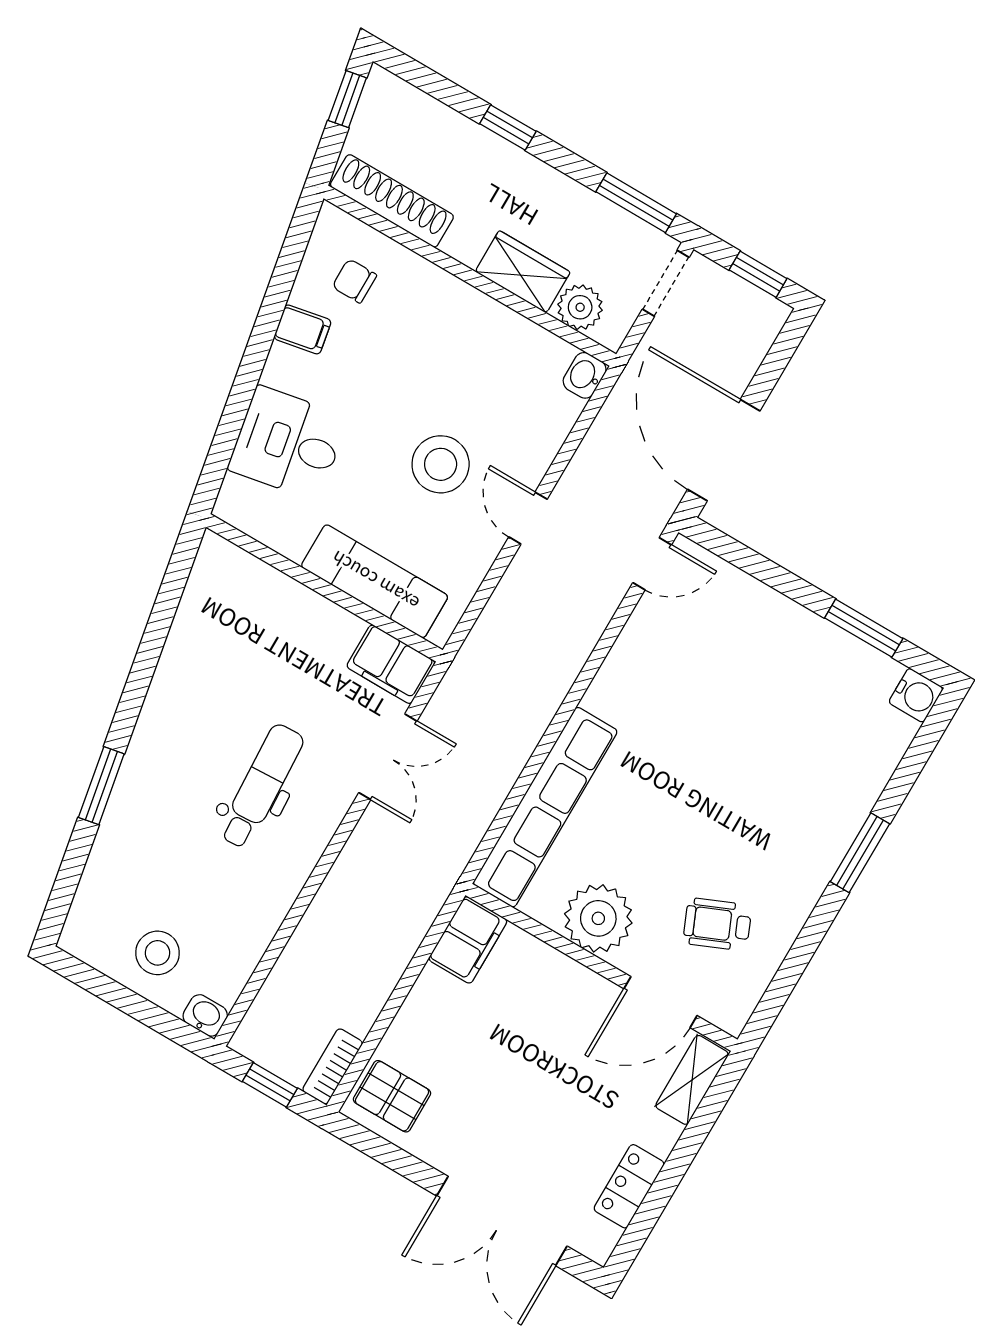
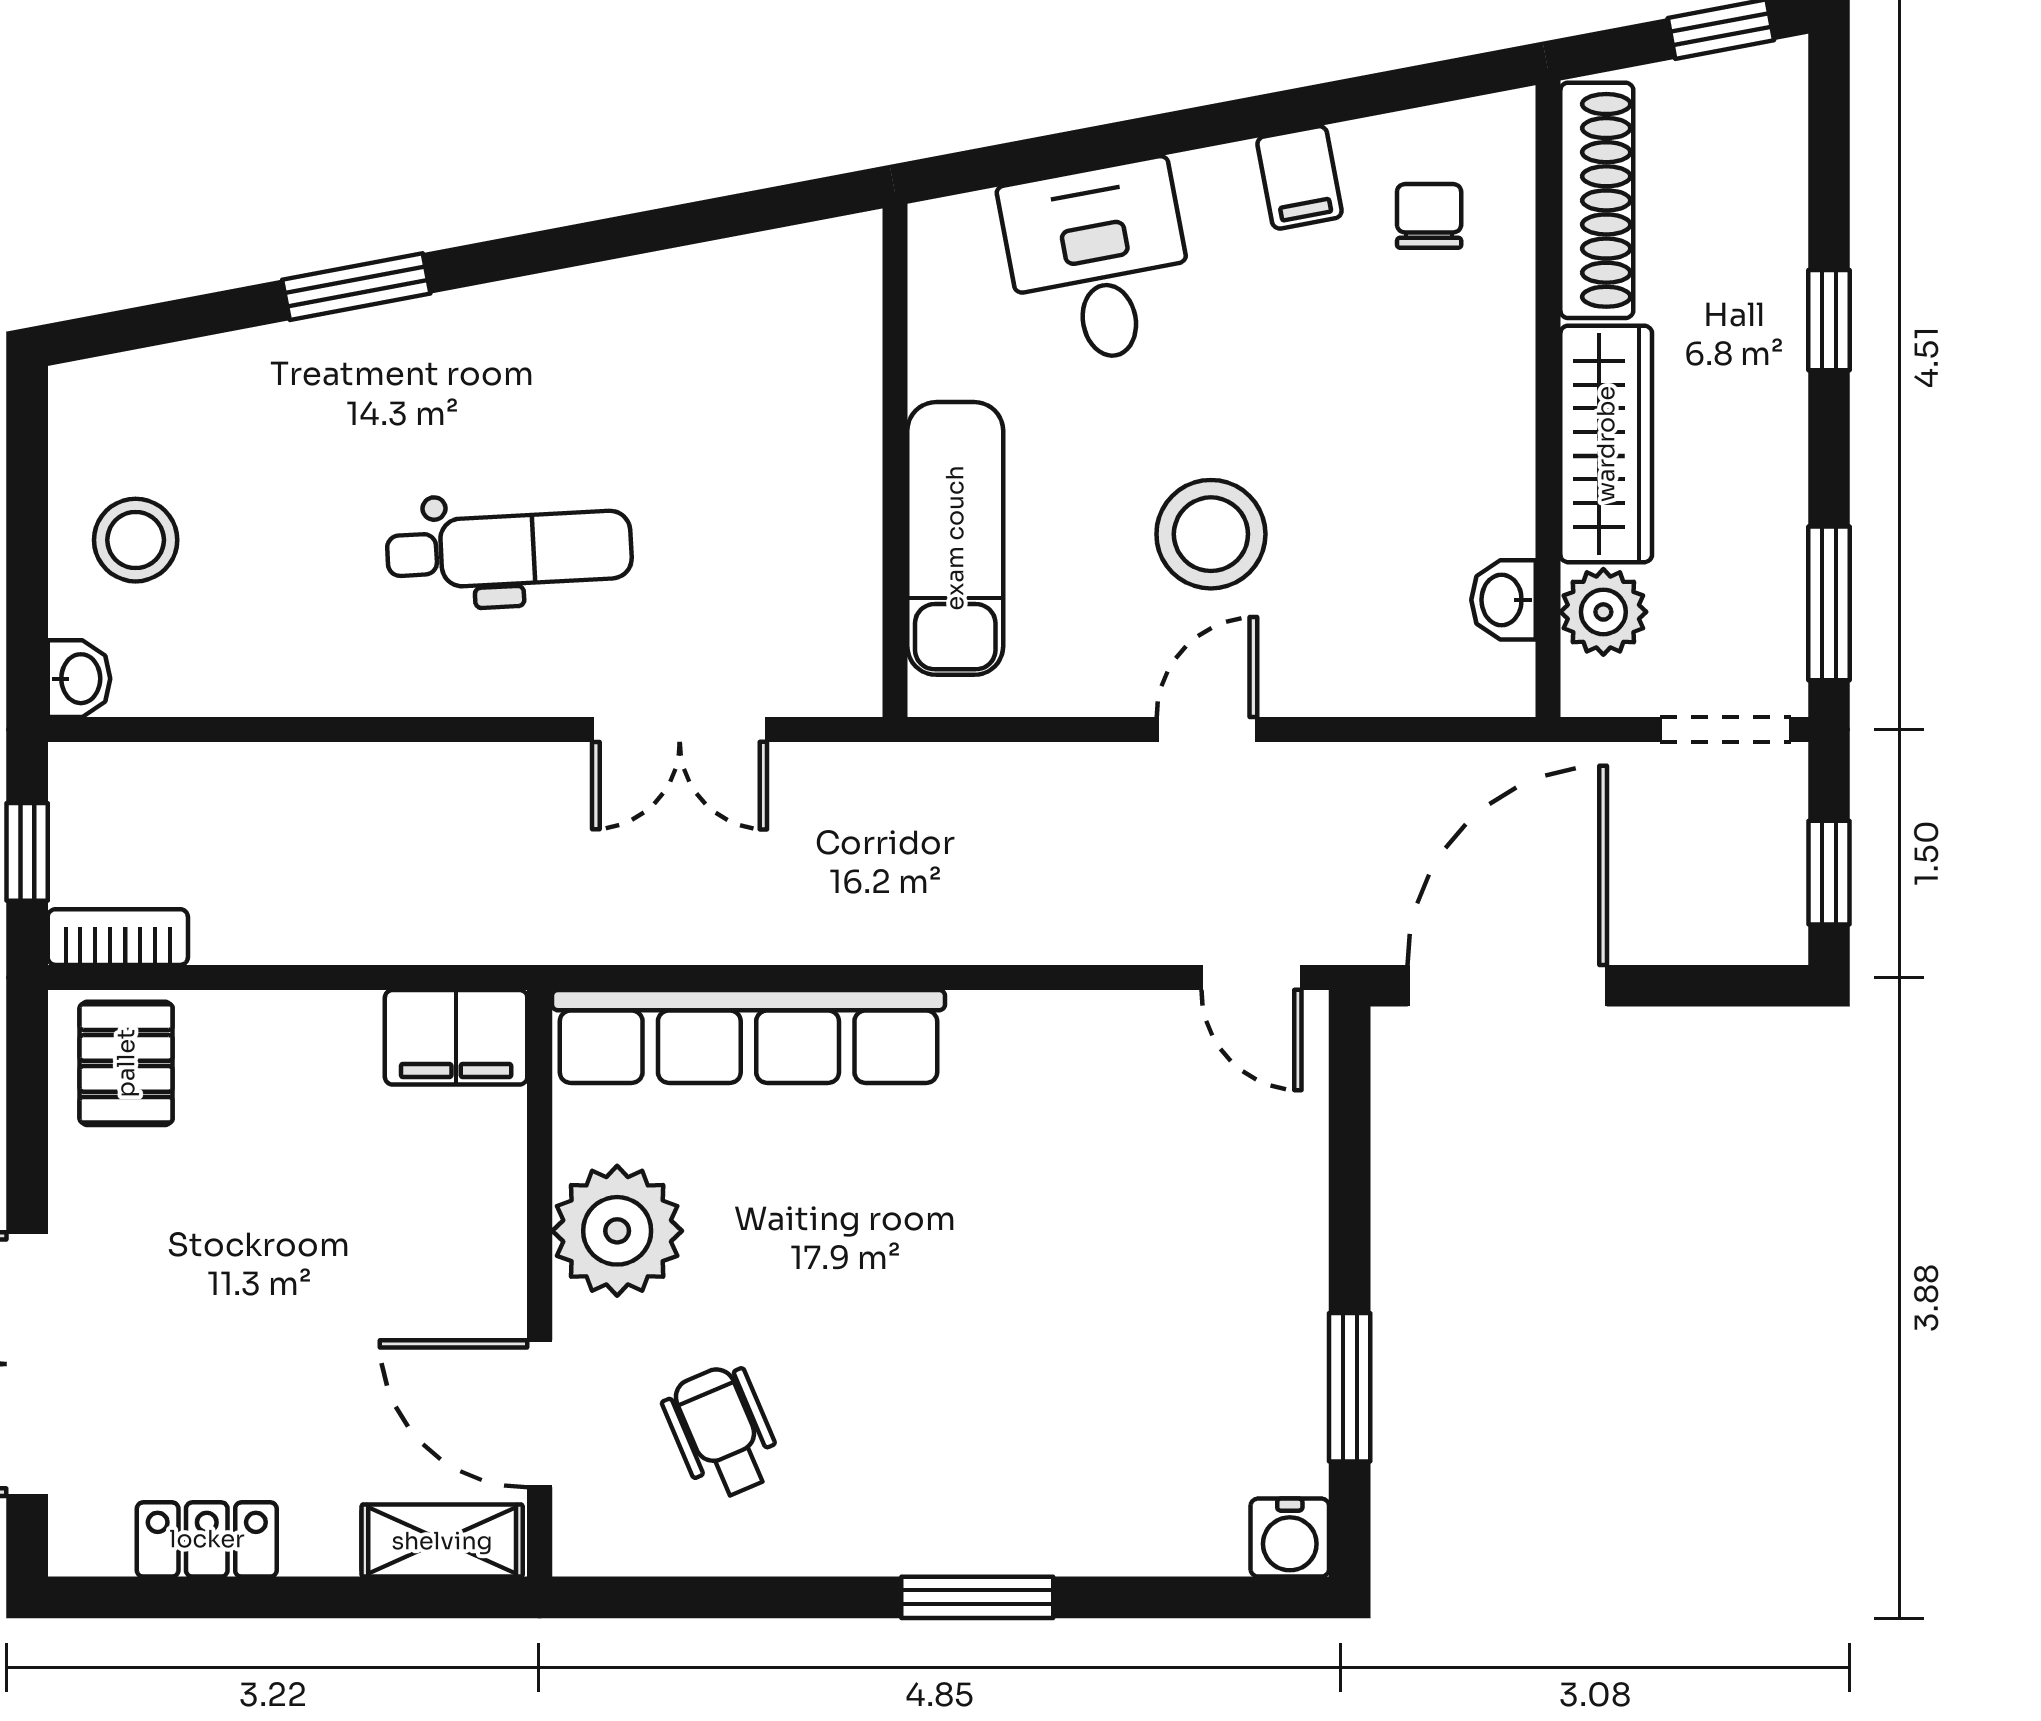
wardrobe: (523, 272) -> (1606, 444), width x1.50
washbasin: (585, 375) -> (1504, 600), moved, turned -90
filing cabinet: (391, 664) -> (835, 645), removed

